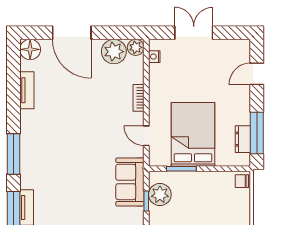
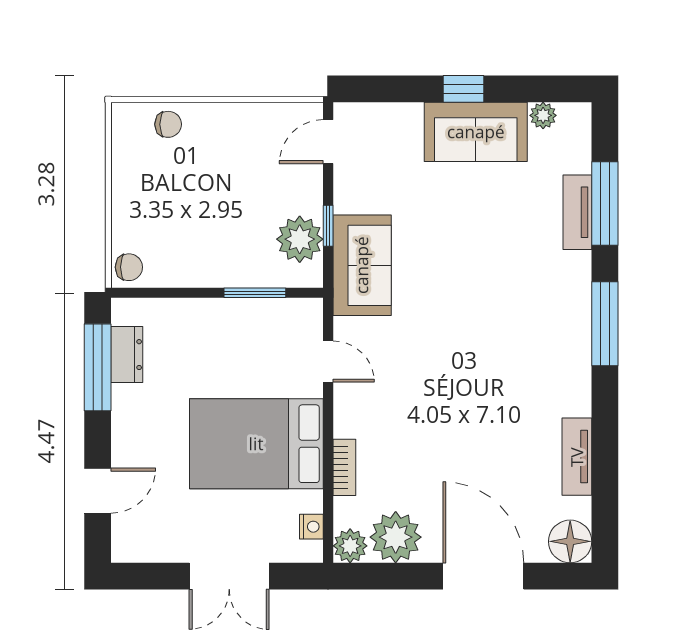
bookcase: (138, 98) -> (344, 467), moved
bed: (193, 134) -> (256, 444), moved, turned 90

